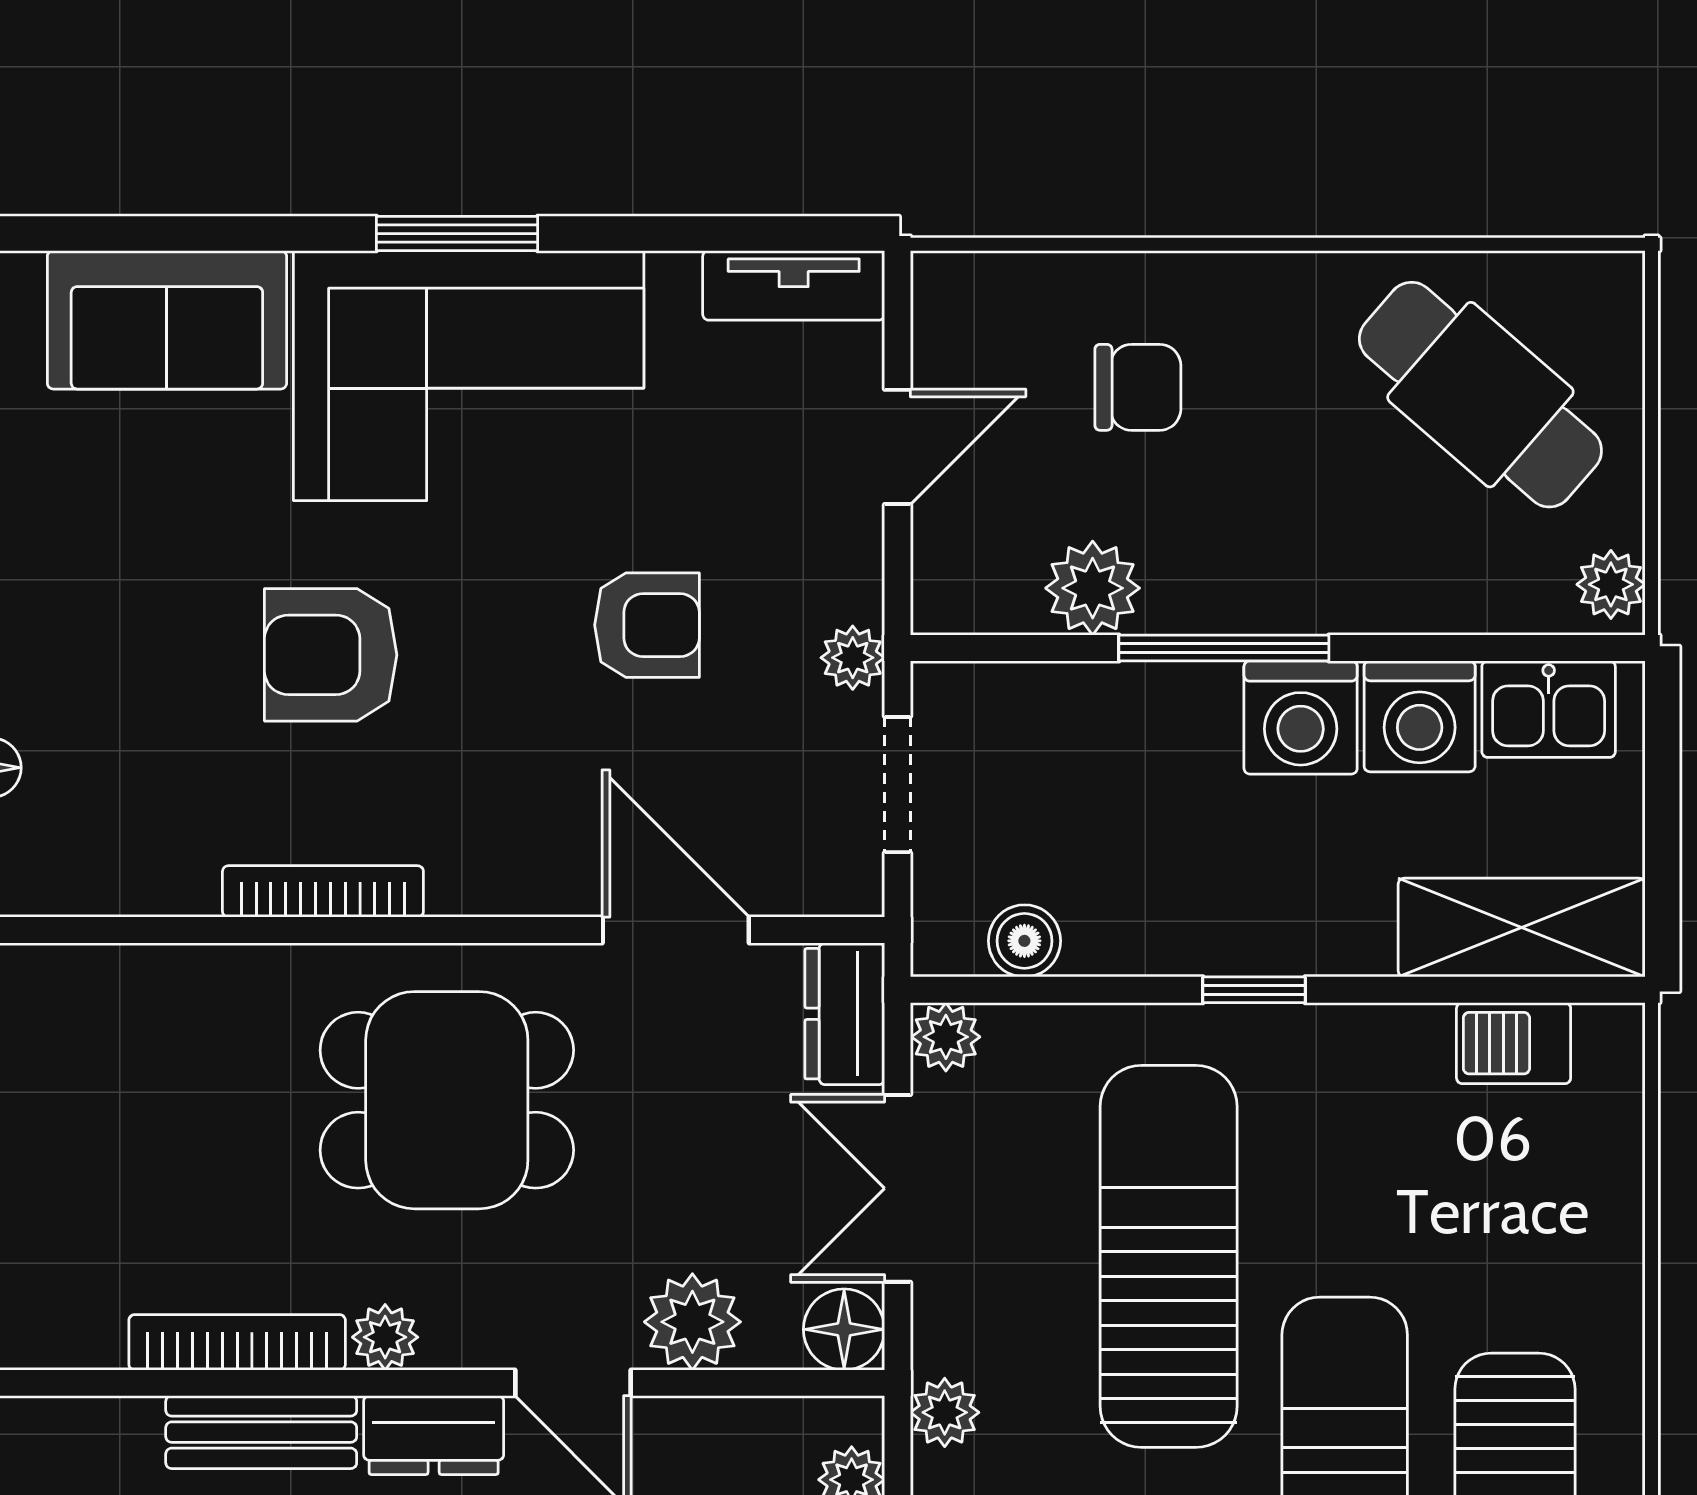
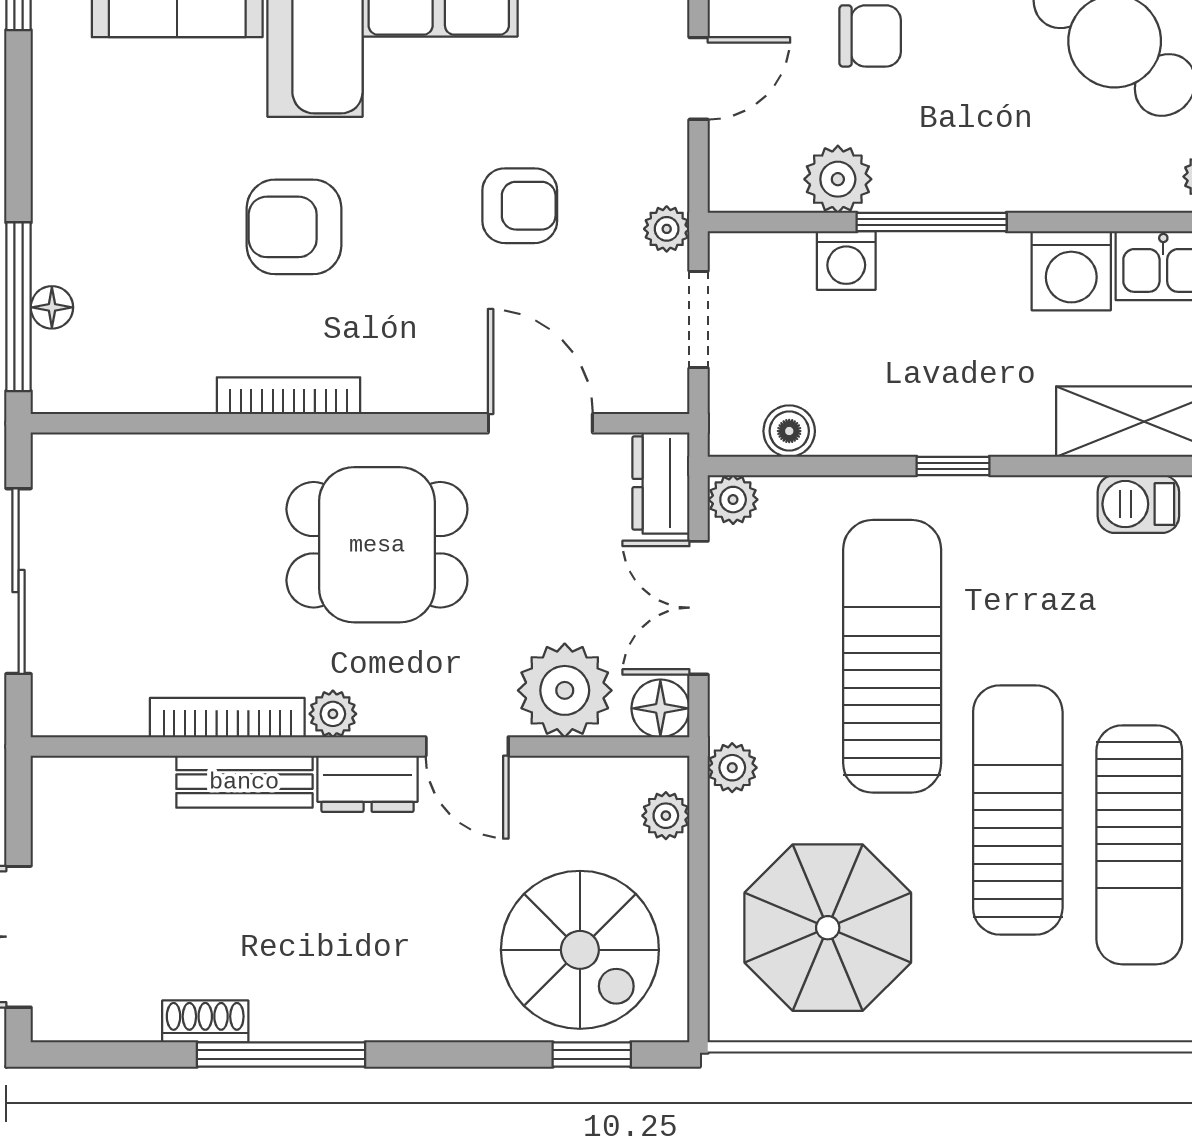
washing machine: (1301, 717) -> (846, 260), moved, width x0.73, depth x0.73
plant: (692, 1322) -> (565, 690), width x1.36, depth x1.36

